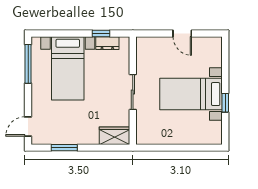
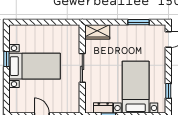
window: (28, 64) -> (168, 91), width x0.46

